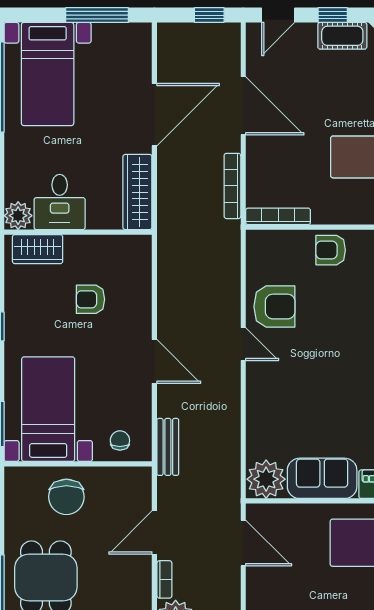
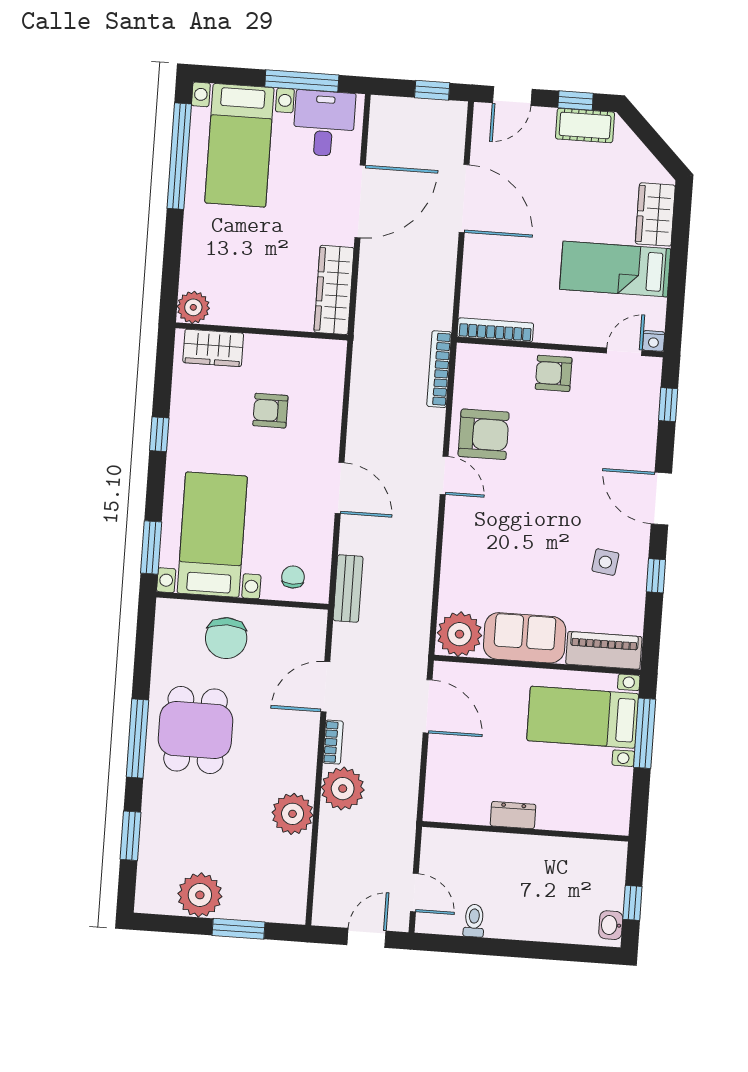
bookcase: (232, 186) -> (439, 369), moved
desk: (60, 202) -> (324, 123), moved, turned 180

